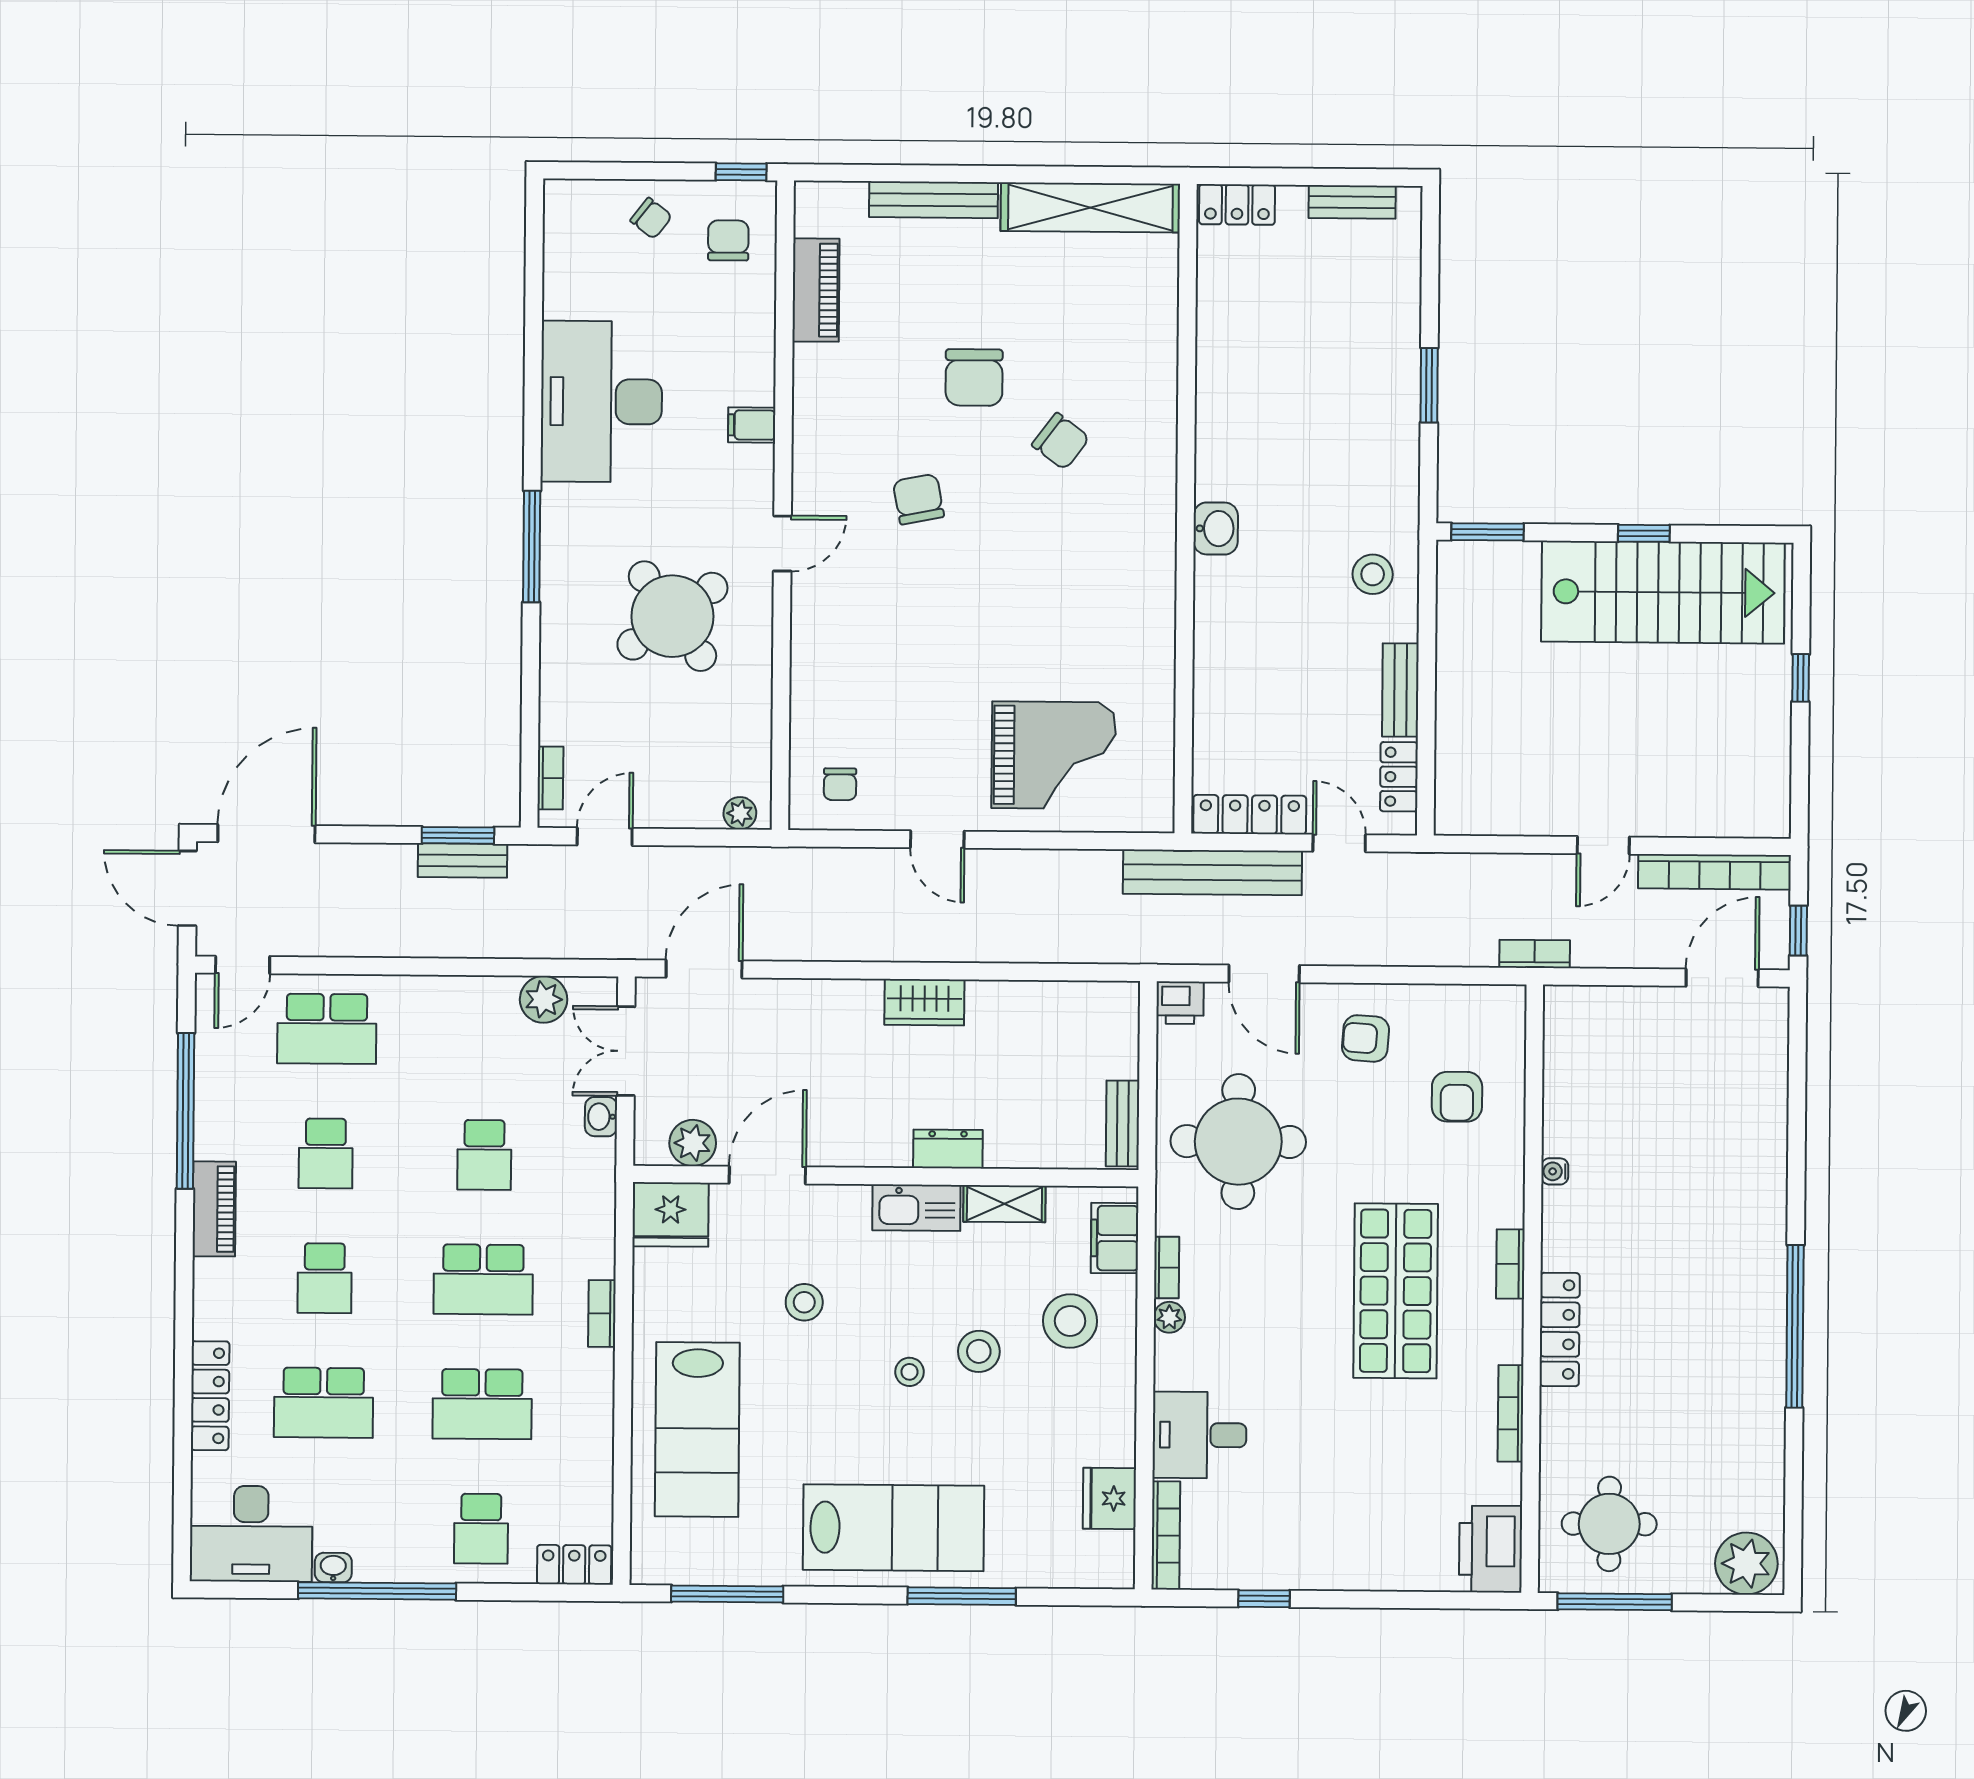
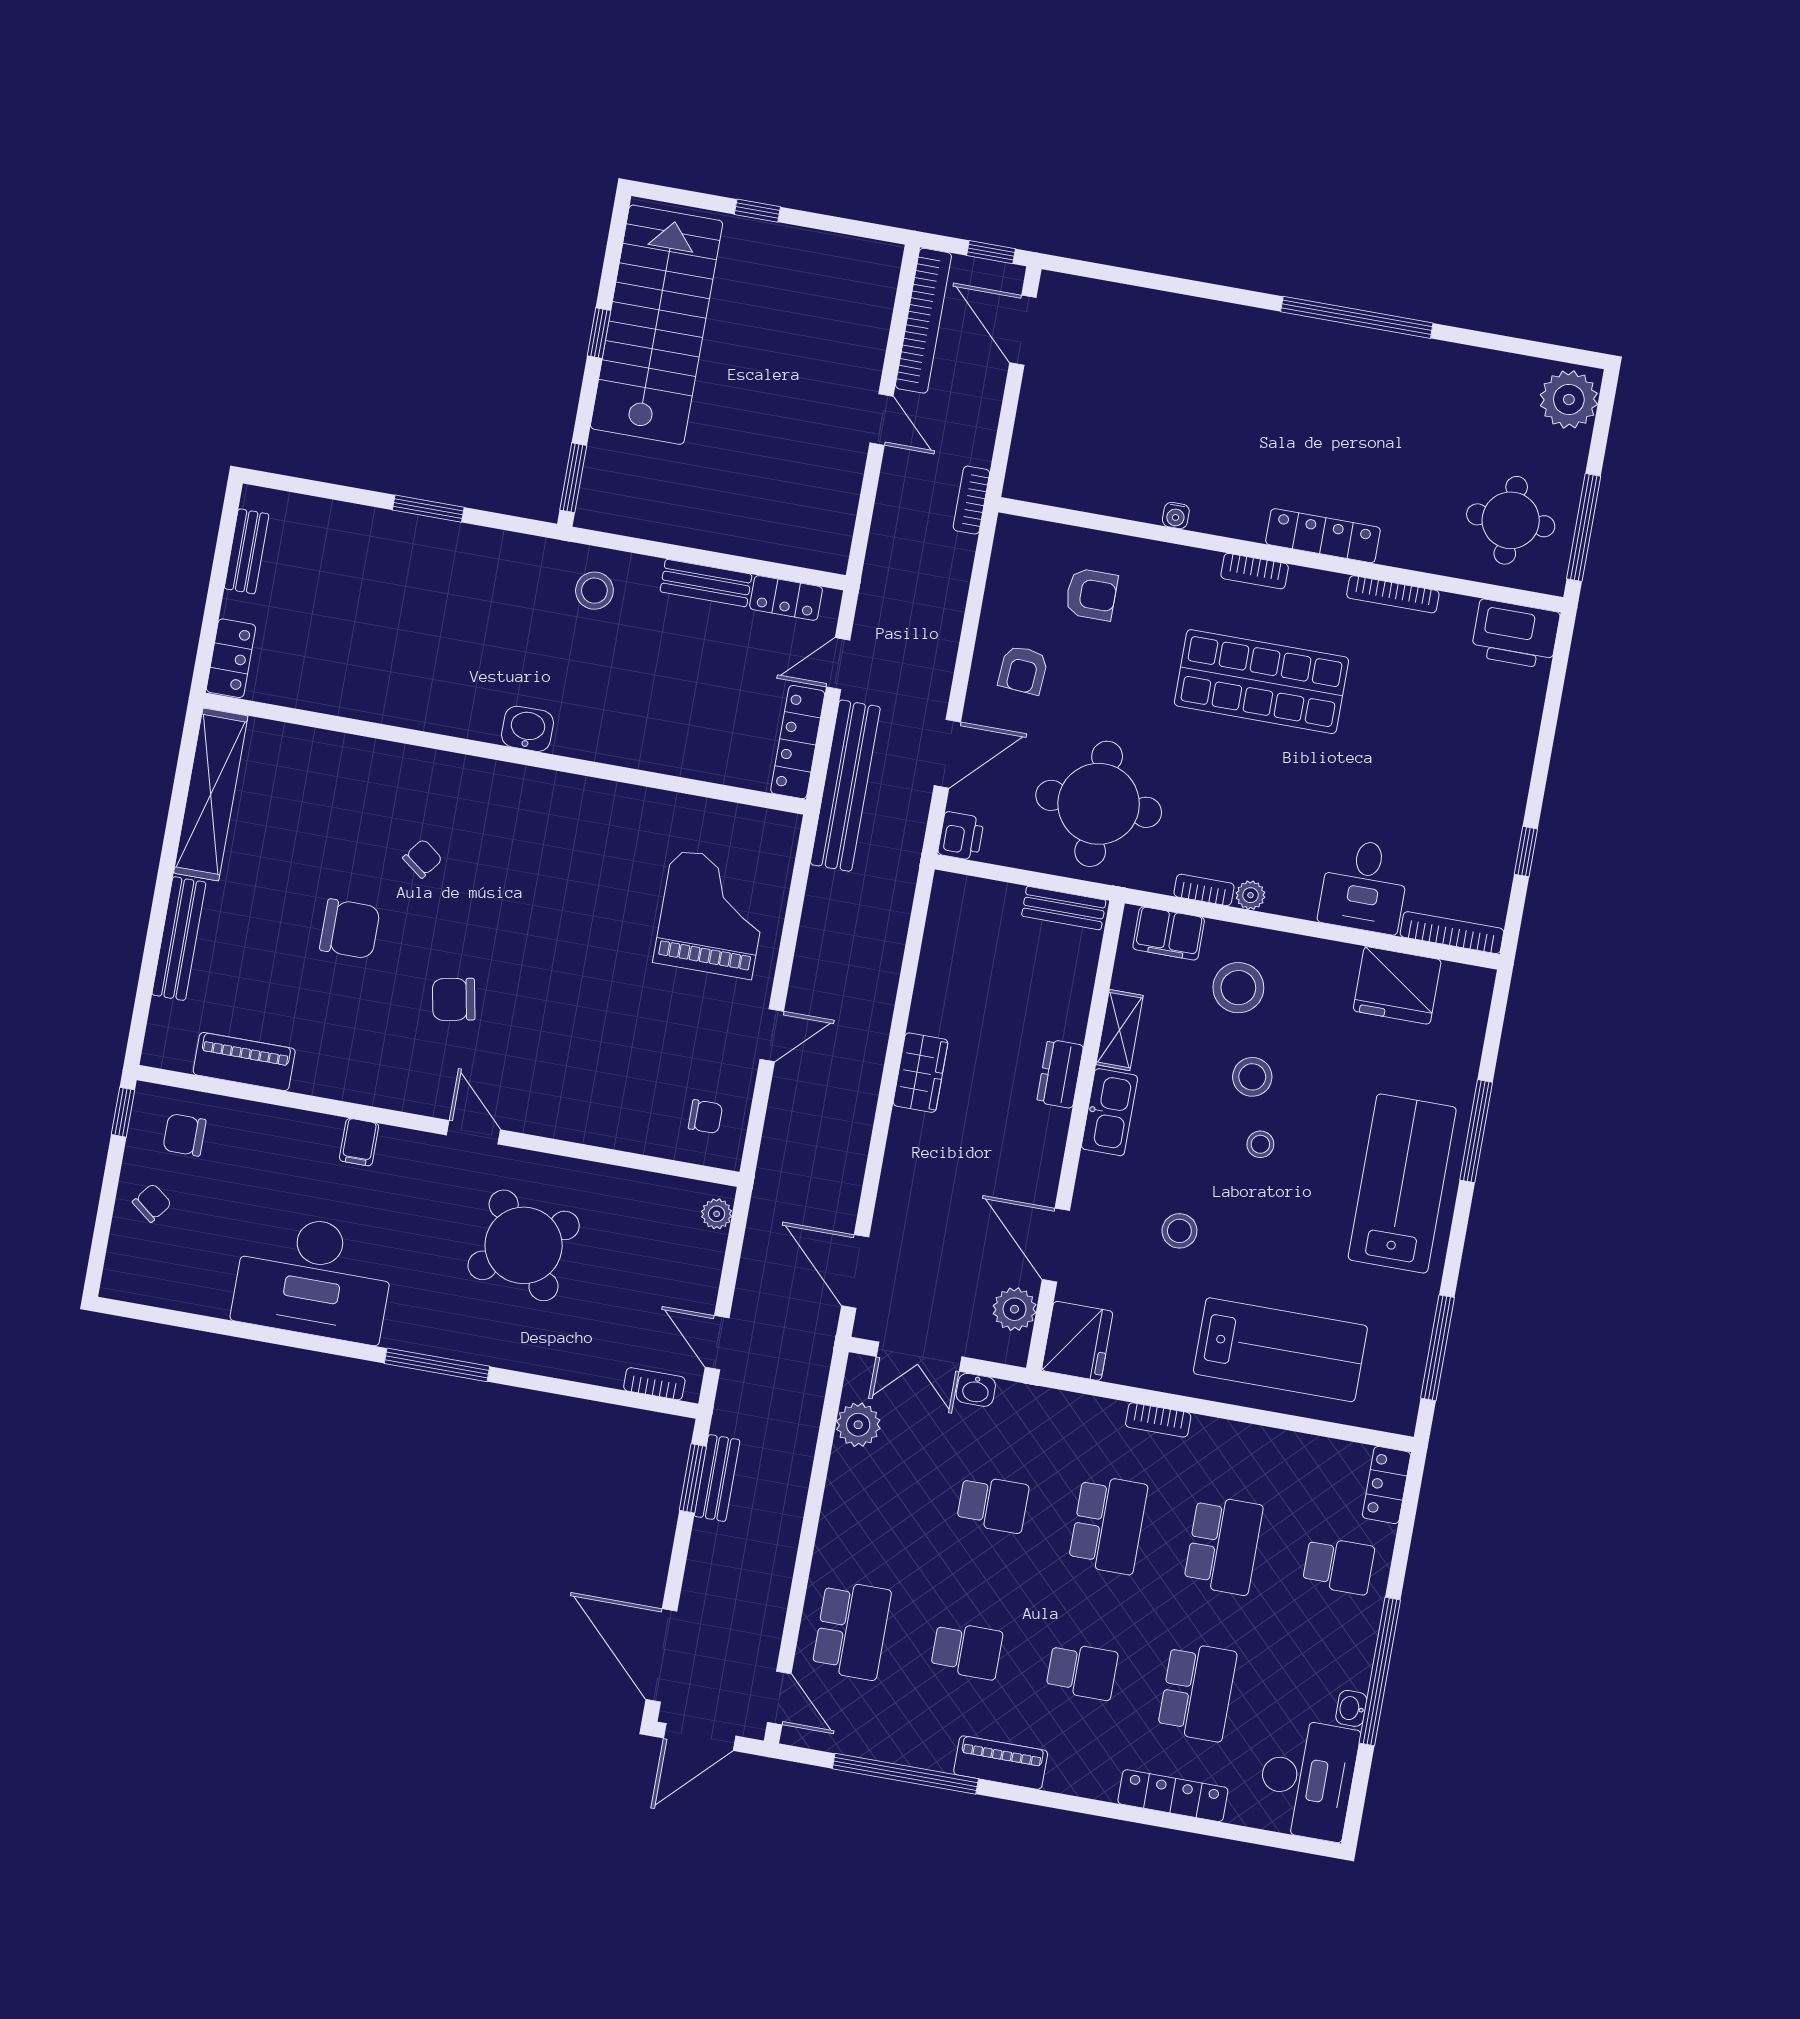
chair: (1061, 441) -> (423, 859), width x0.73, depth x0.73
fridge: (1109, 1498) -> (1397, 985), width x1.36, depth x1.34

